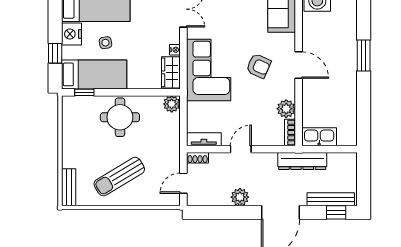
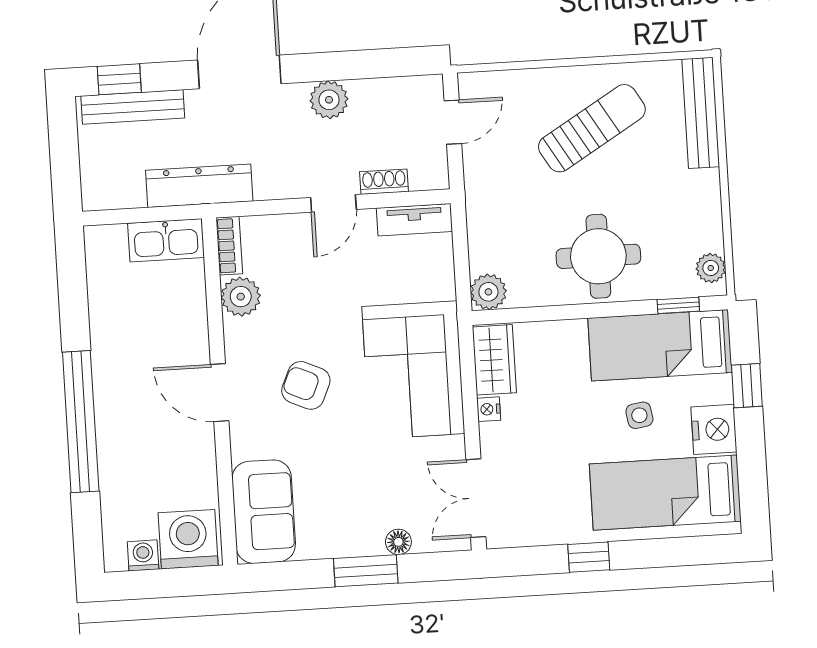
window: (364, 55) -> (81, 422), width x2.11
plant: (68, 109) -> (711, 268), added
shoe rack: (198, 158) -> (384, 182), moved
bench: (69, 187) -> (701, 113), width x1.36

